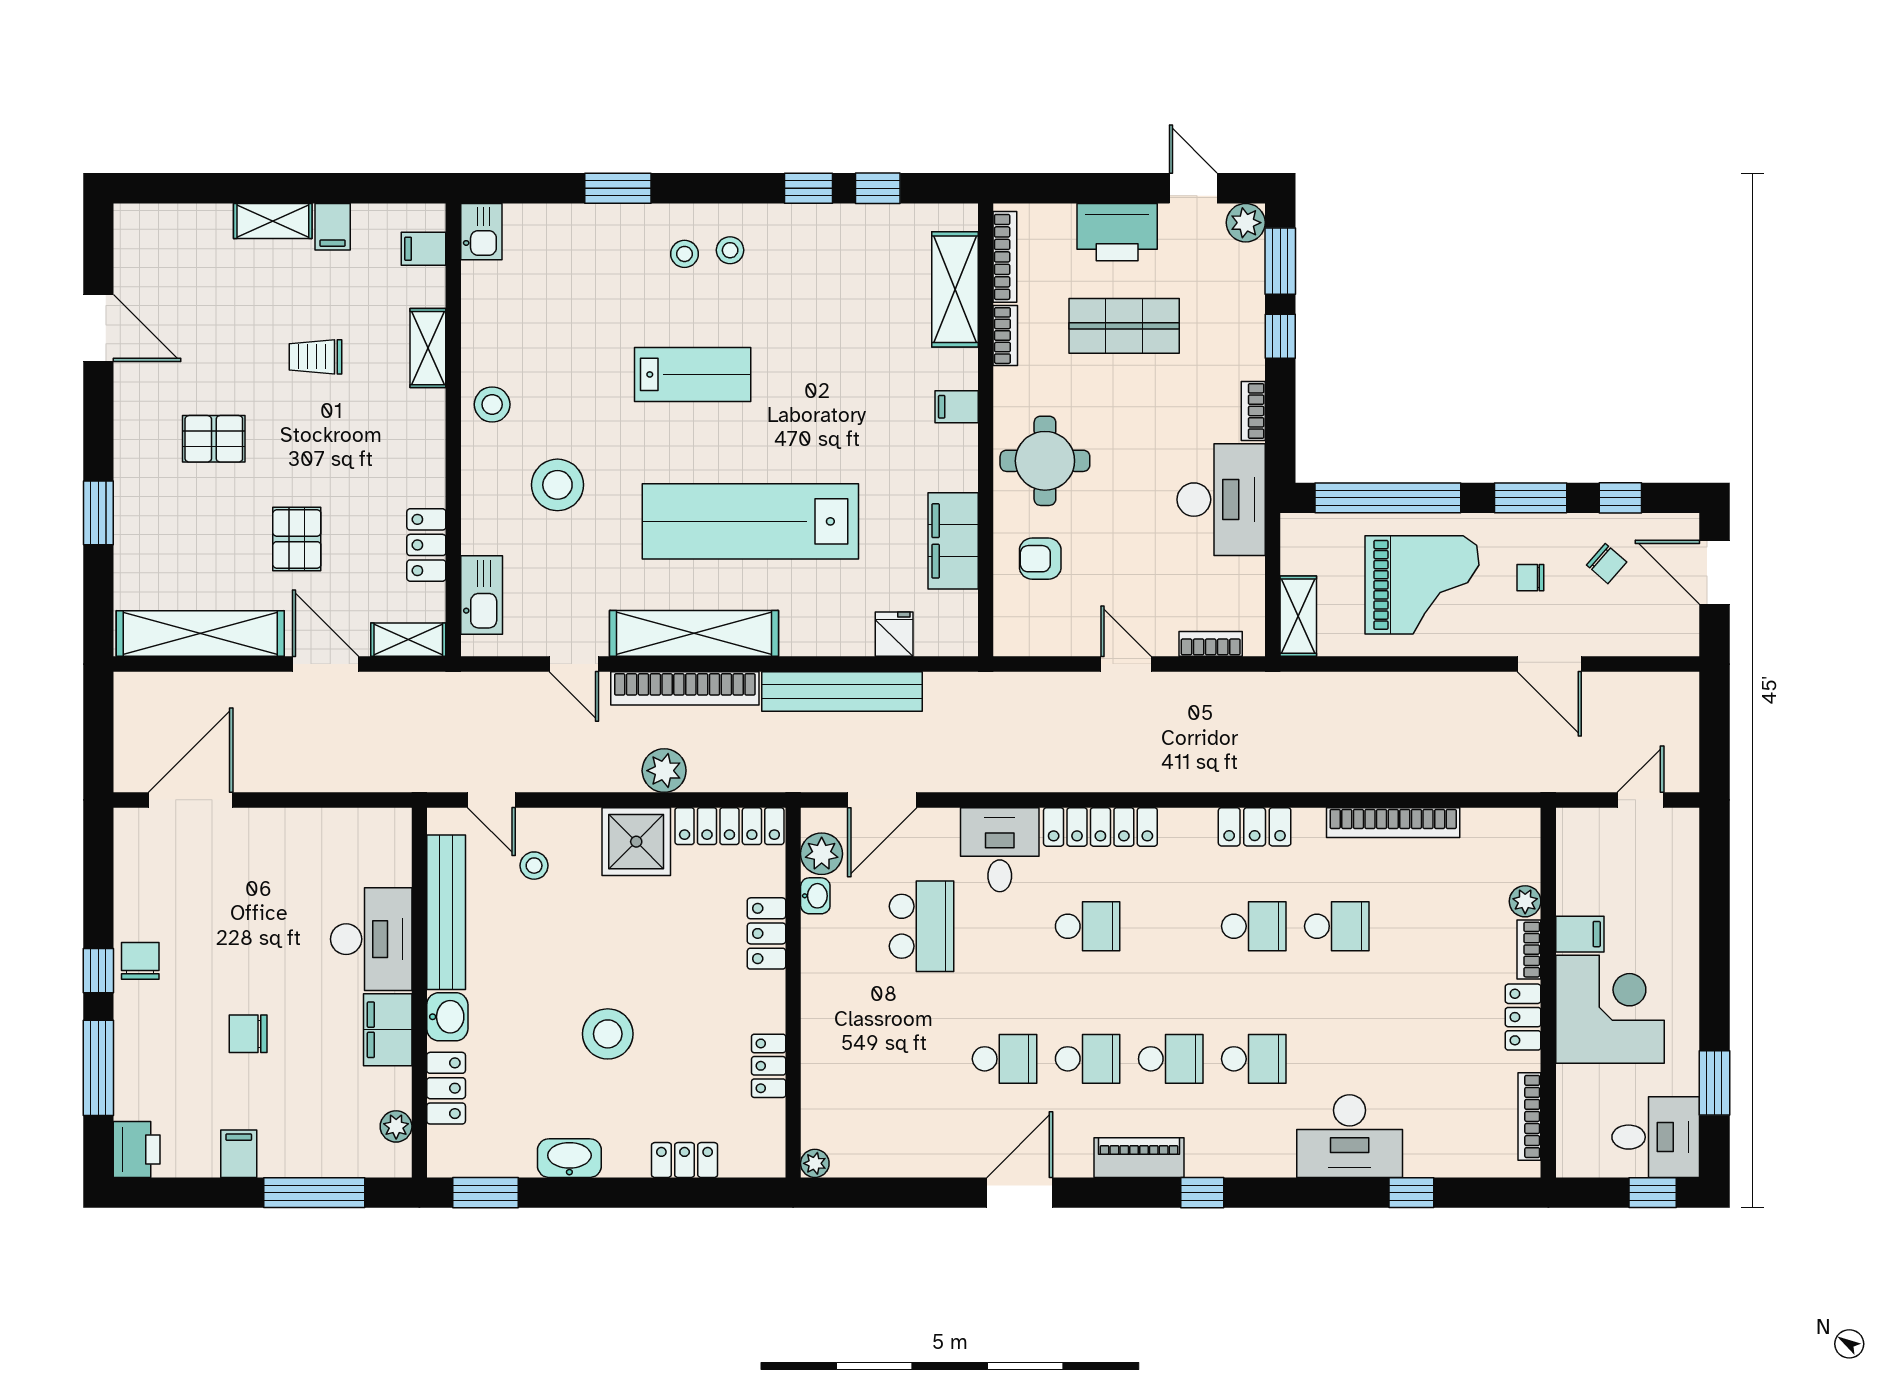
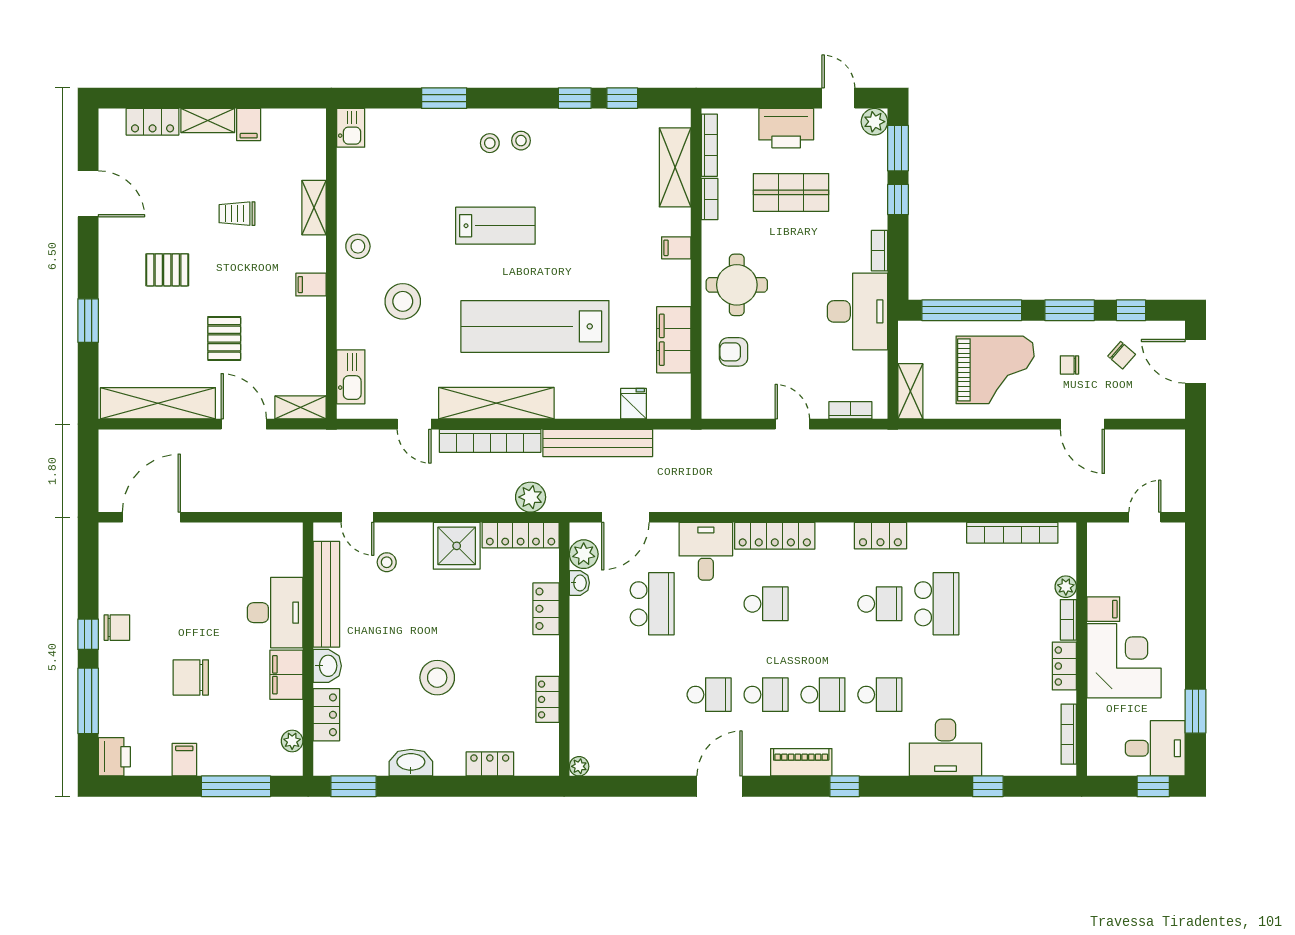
filing cabinet: (424, 249) -> (311, 285), moved
locker: (426, 545) -> (153, 122), moved, turned -90
plant: (664, 771) -> (531, 497), moved
bookcase: (1393, 823) -> (1012, 533), moved
school desk: (1337, 926) -> (937, 604), width x1.85
chair: (140, 961) -> (117, 628), turned 90
chair: (248, 1034) -> (191, 677), width x1.37, depth x1.37

